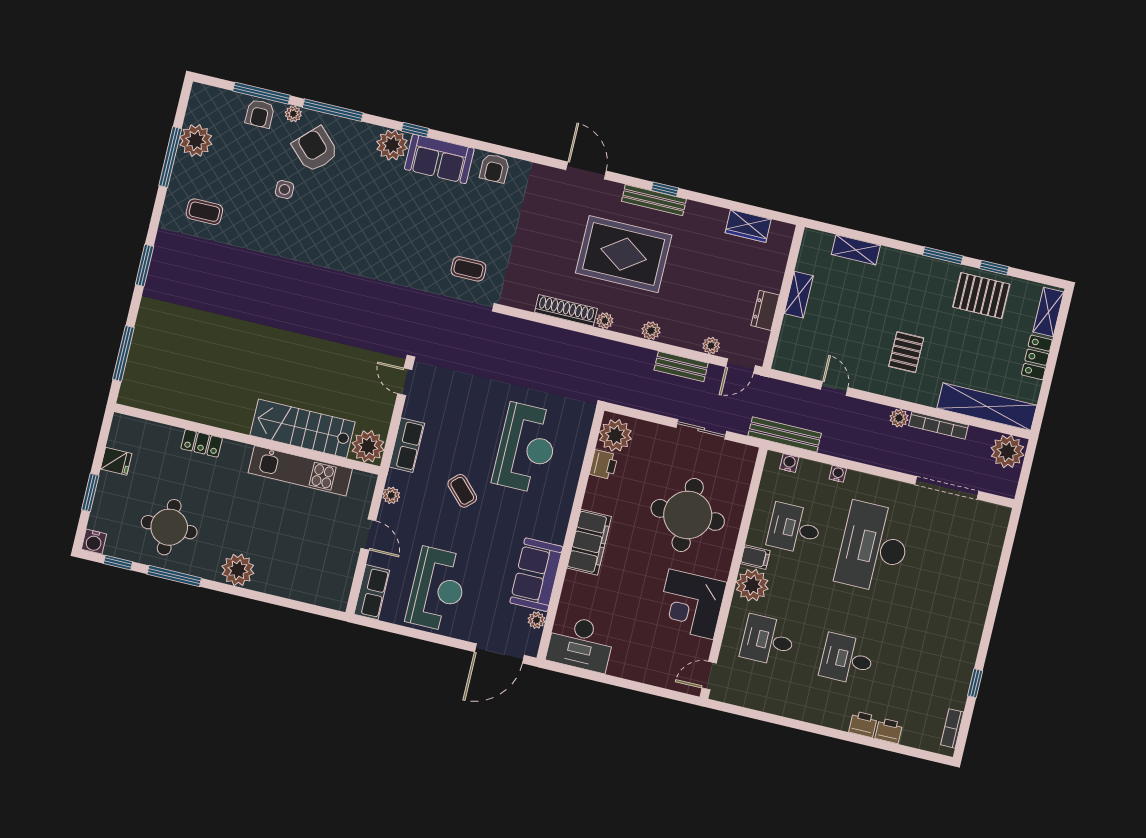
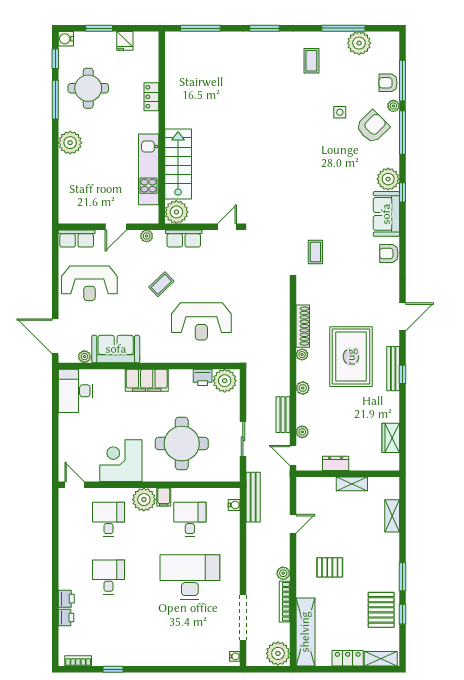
water cooler: (838, 474) -> (235, 656), moved

